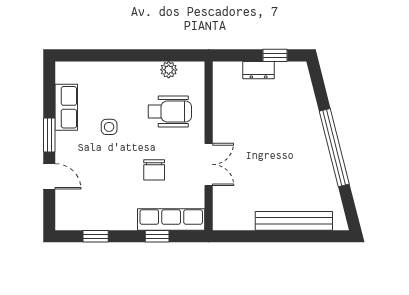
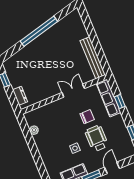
dresser: (258, 70) -> (20, 96), moved
wheelchair: (170, 112) -> (97, 138), moved
bench: (294, 221) -> (93, 58), moved

